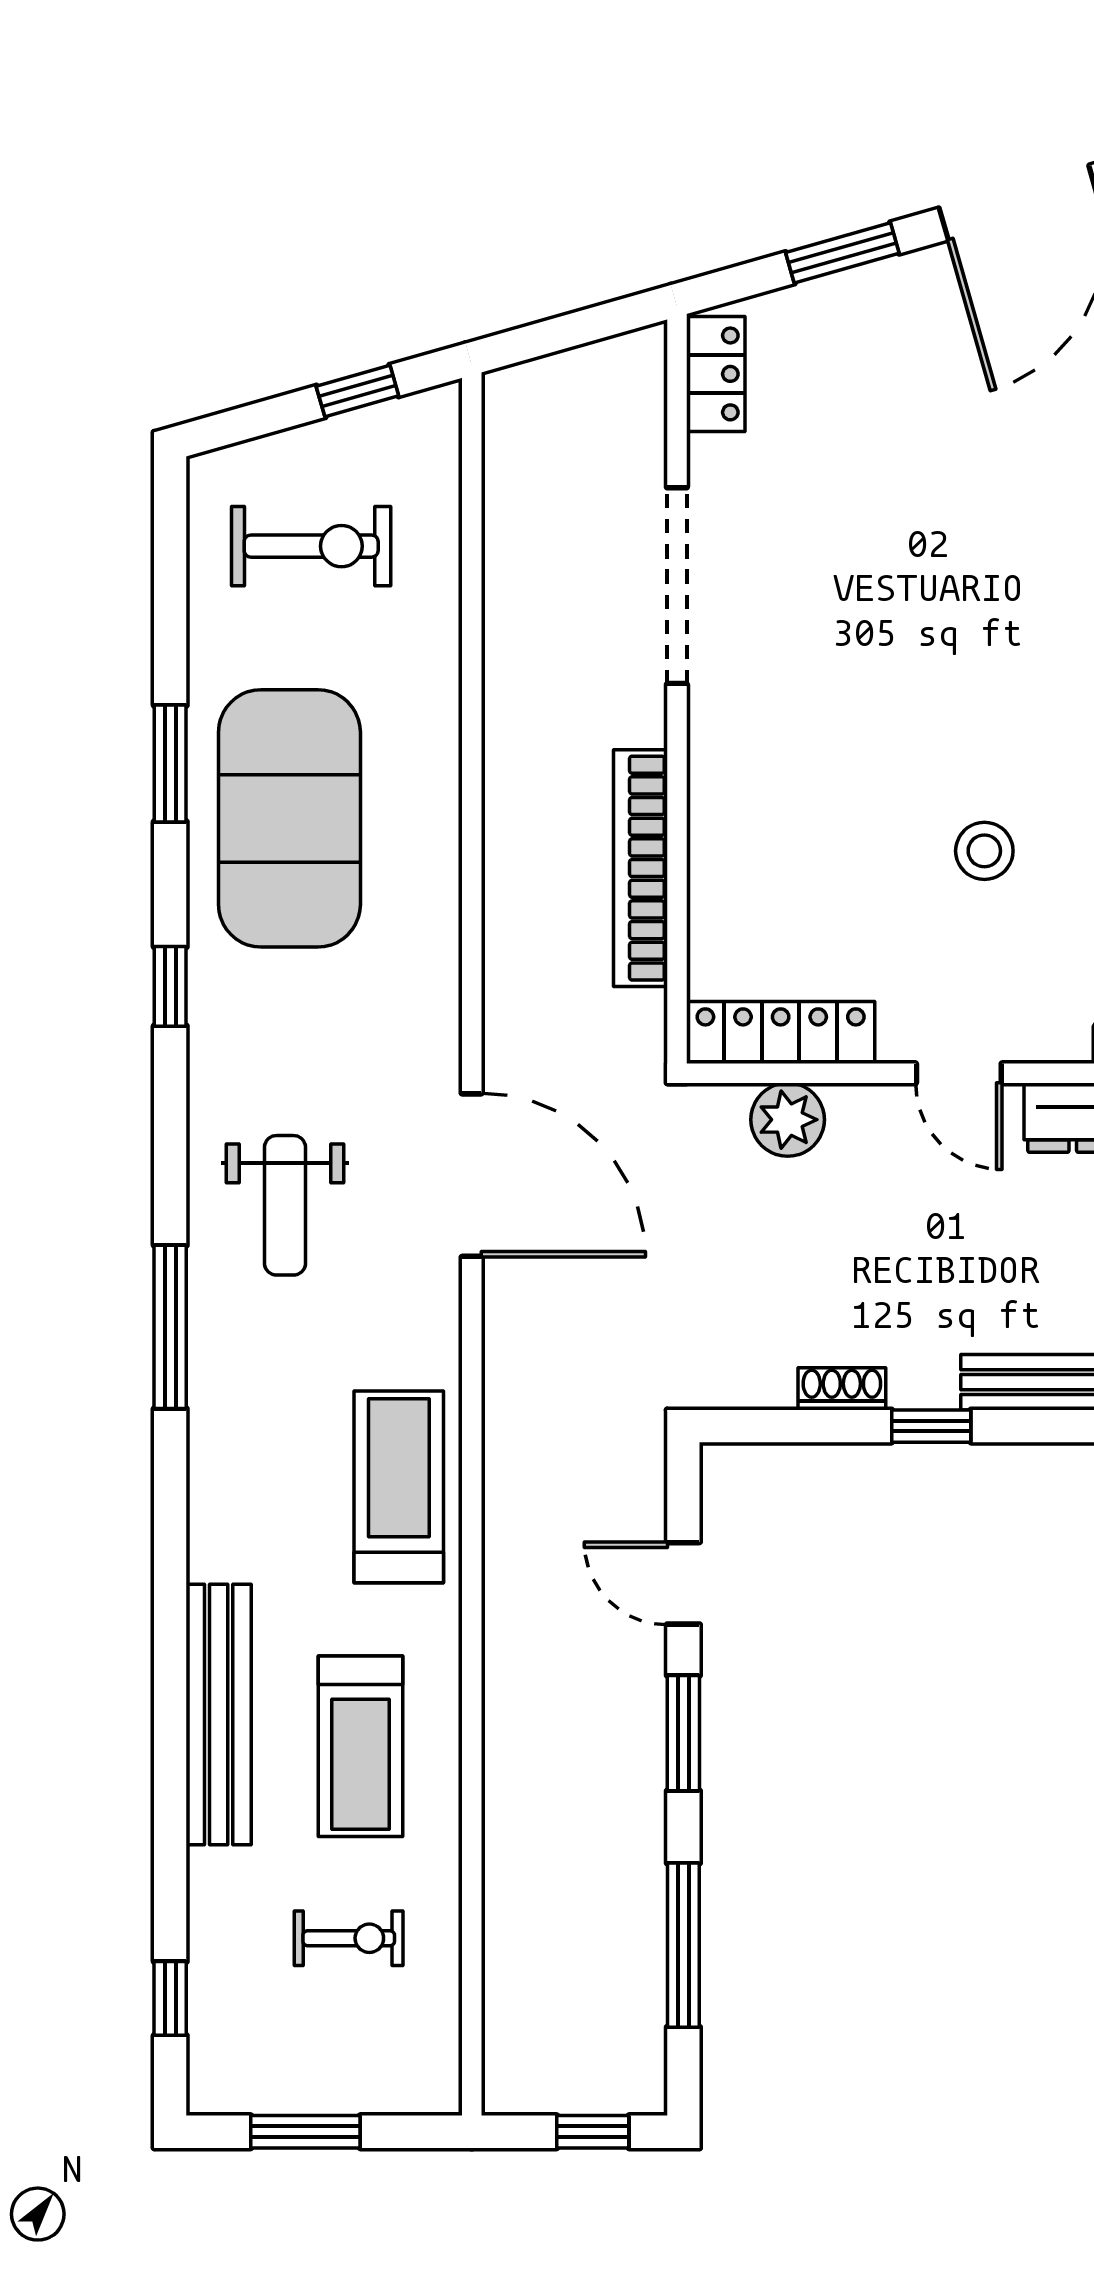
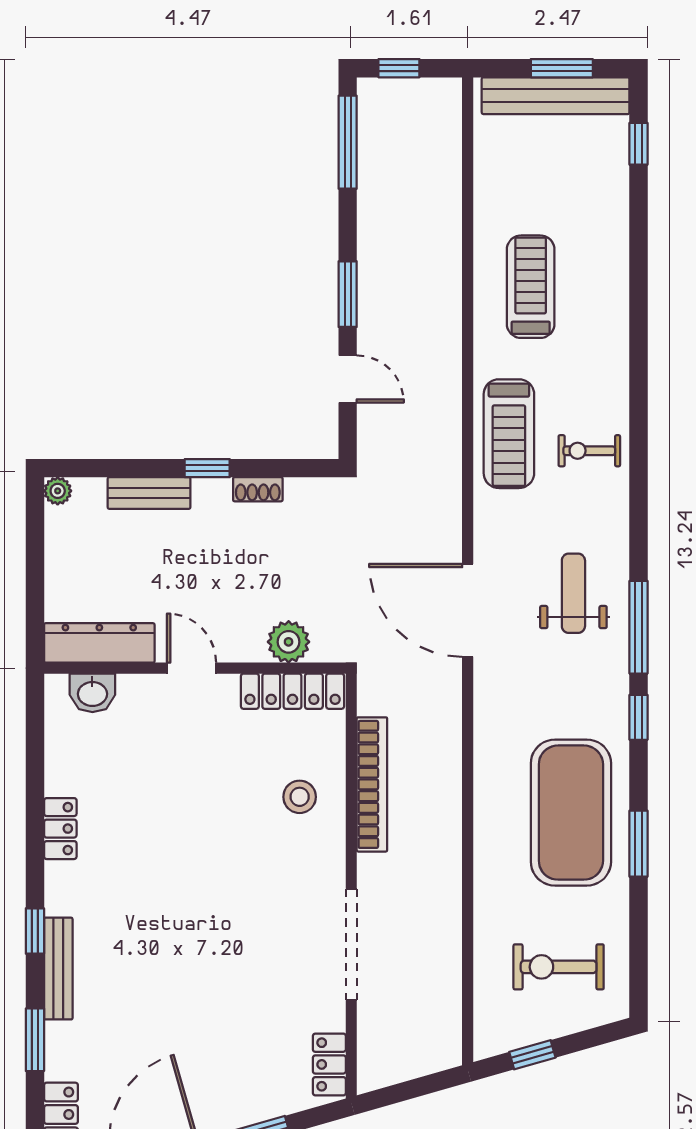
stool: (984, 851) -> (300, 797), moved
window: (170, 1327) -> (638, 627), moved
bench: (219, 1715) -> (556, 96), moved, turned 90
exercise bike: (349, 1938) -> (589, 451), moved
window: (683, 1945) -> (348, 142), moved

